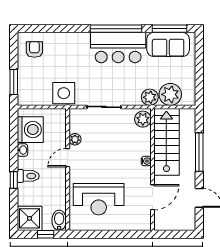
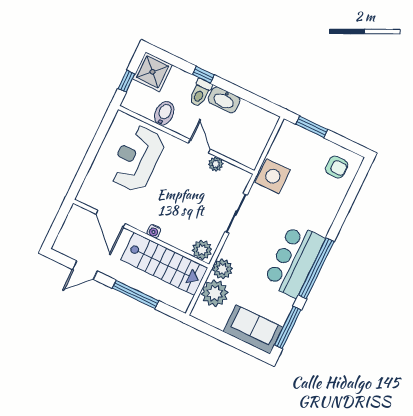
sofa: (168, 44) -> (253, 329), moved, turned 90
washing machine: (30, 130) -> (250, 120), removed
washbasin: (22, 150) -> (224, 100), width x1.91, depth x1.45
bidet: (59, 220) -> (164, 113), moved, turned -90

